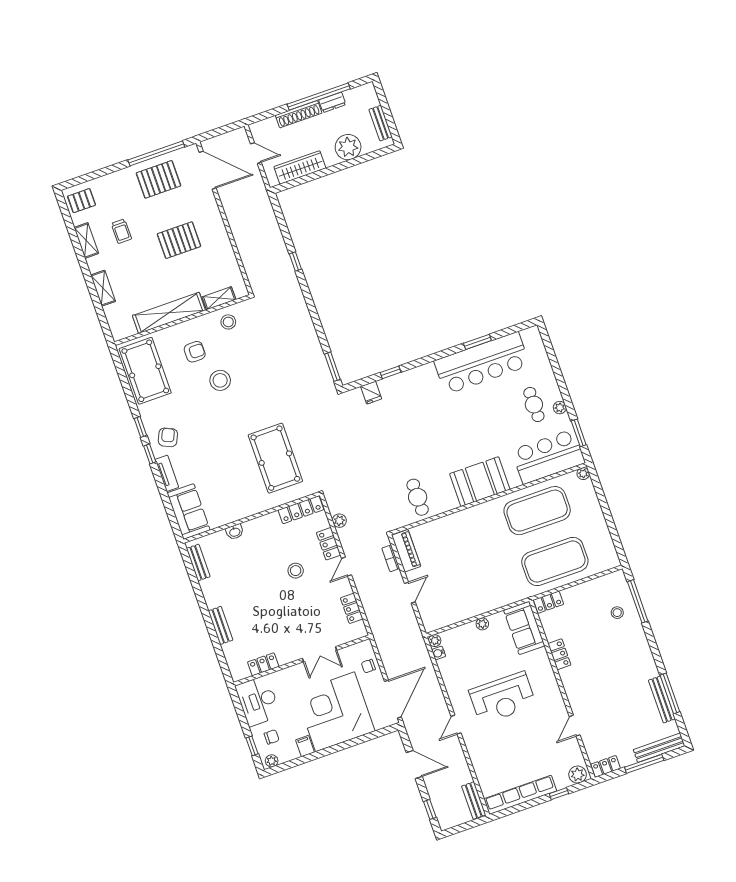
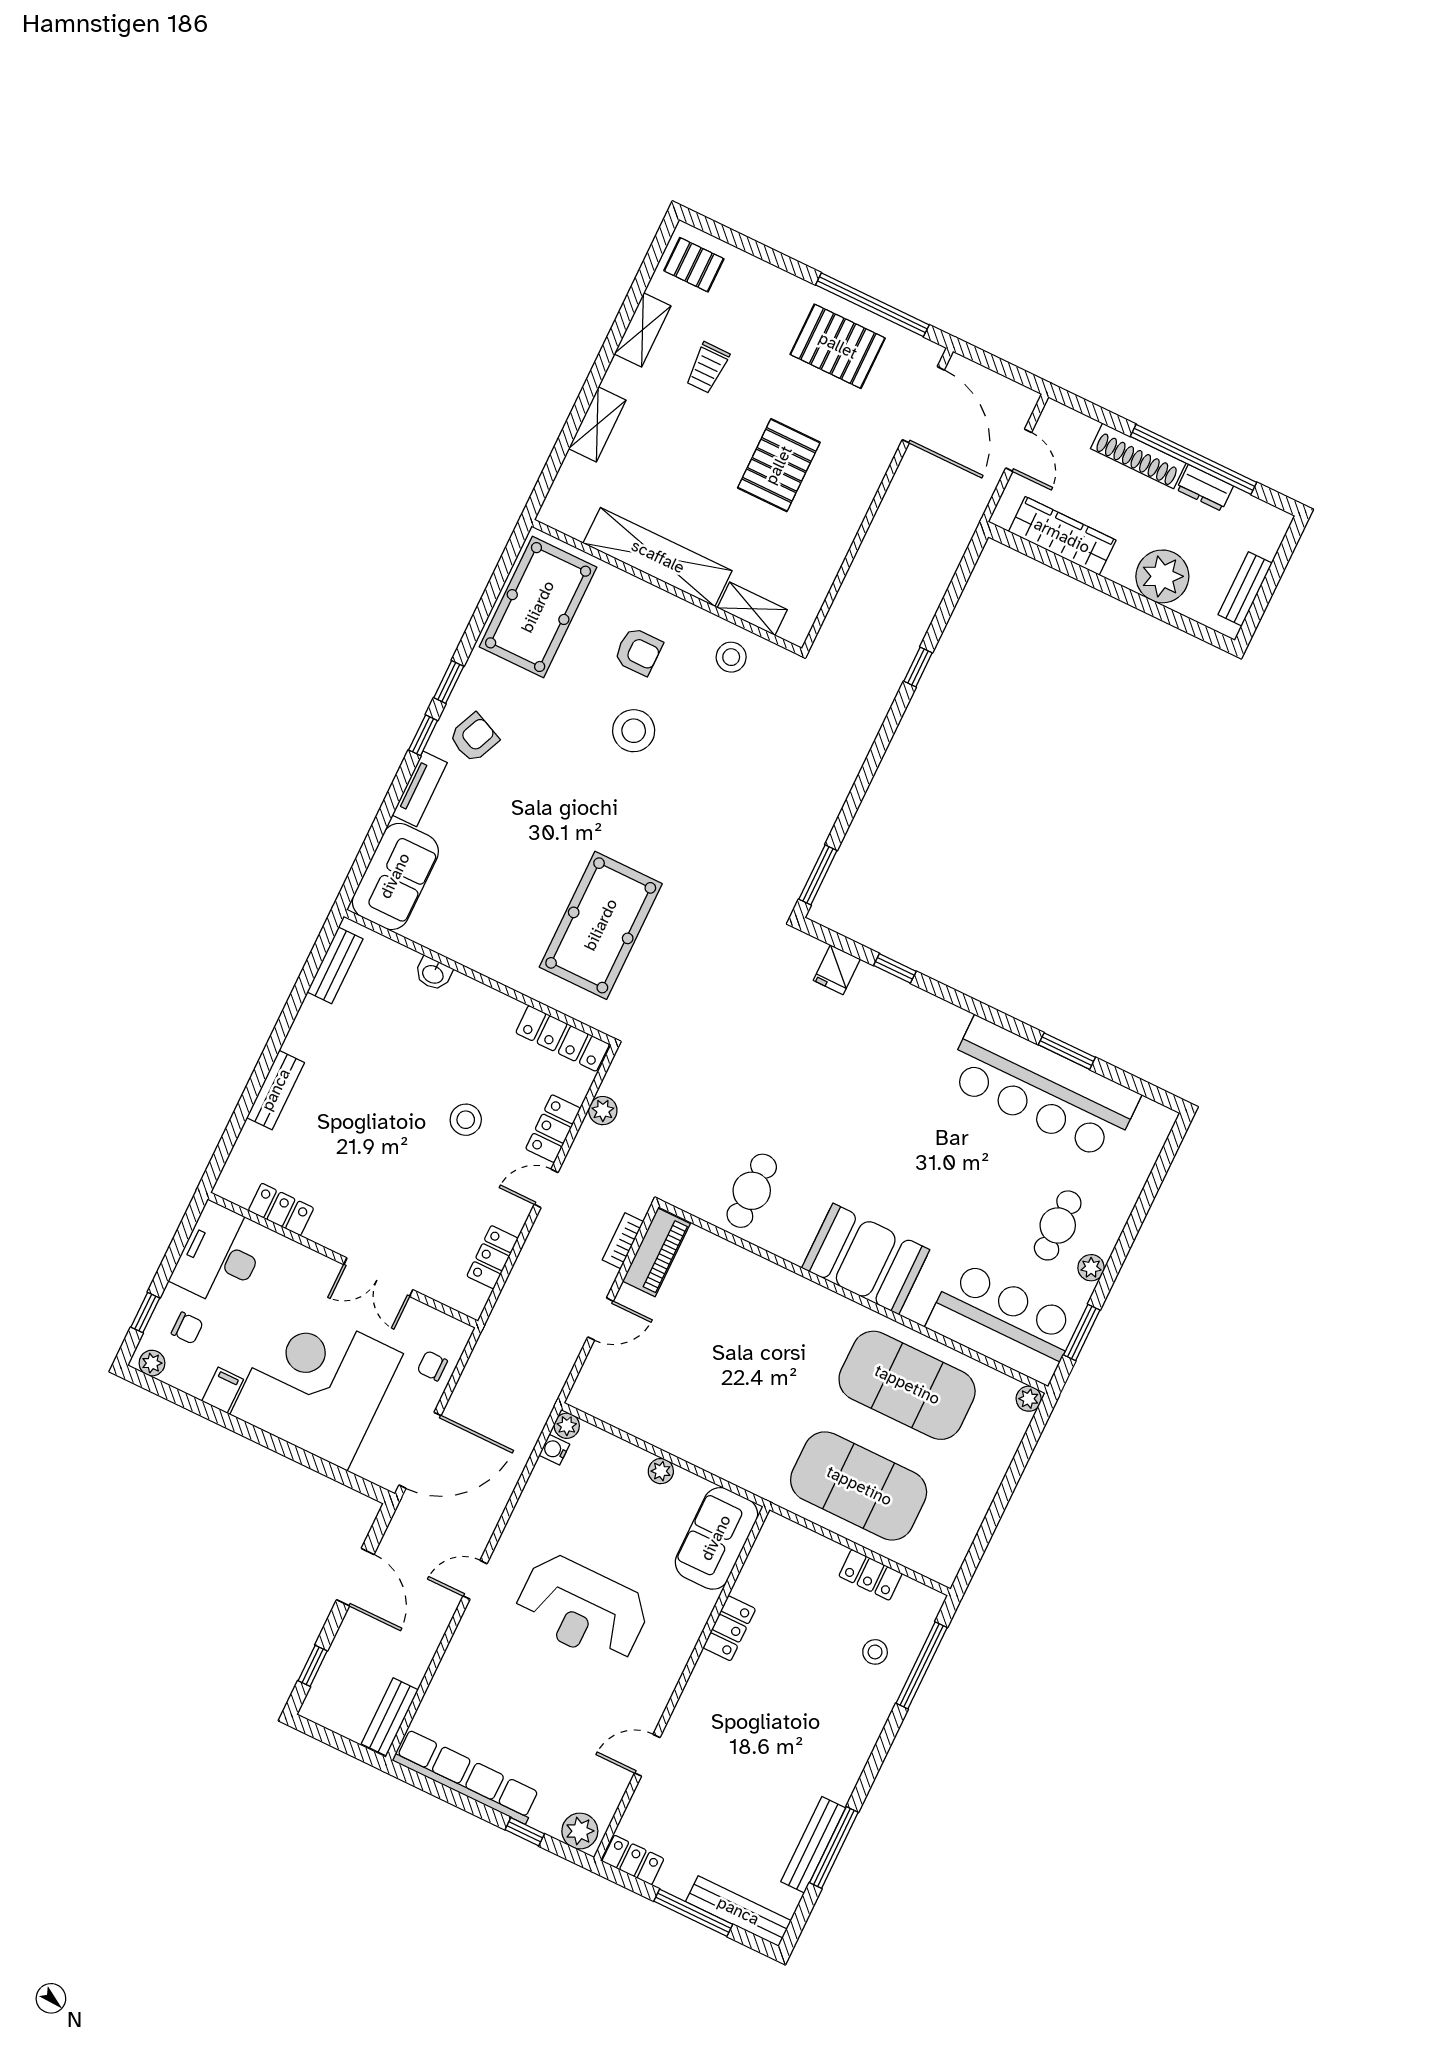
pallet: (179, 240) -> (779, 465), turned 90
locker: (548, 602) -> (871, 1575), moved

